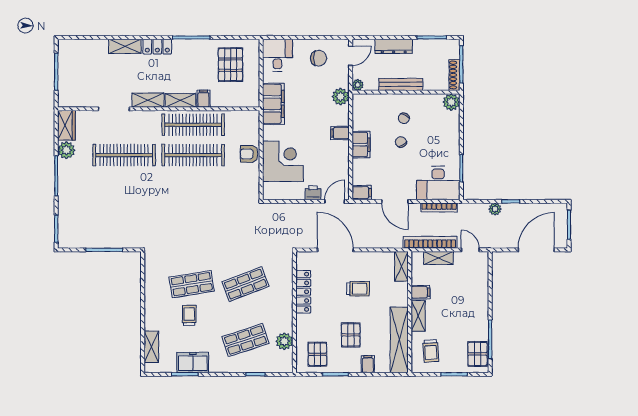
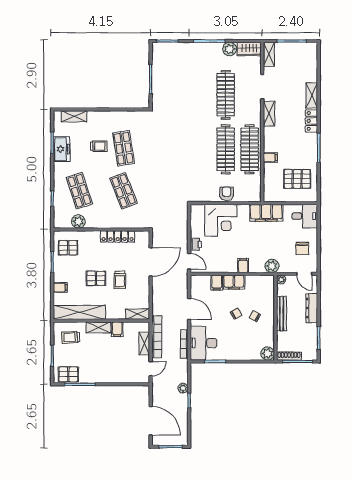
shelving: (180, 100) -> (269, 54), moved
filing cabinet: (362, 193) -> (217, 283), moved
door: (395, 201) -> (189, 309), swing flipped
pallet: (351, 335) -> (96, 278), moved

